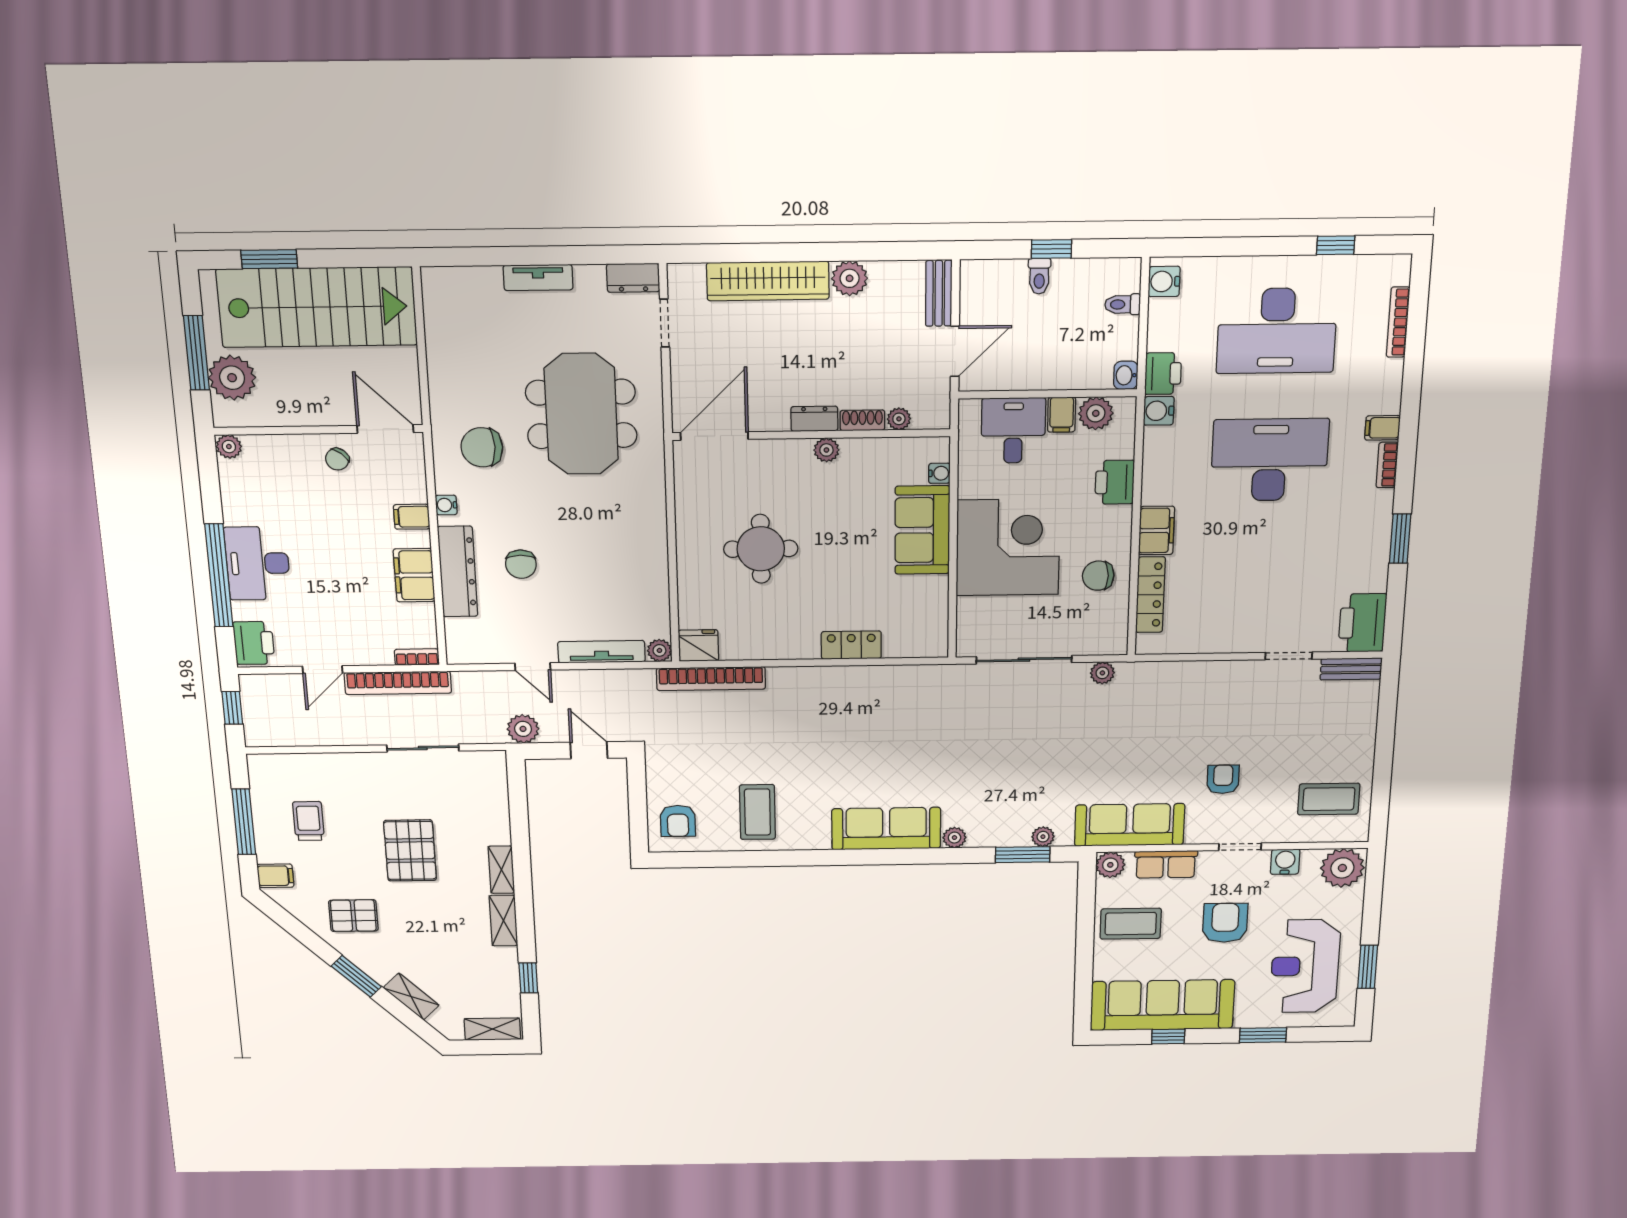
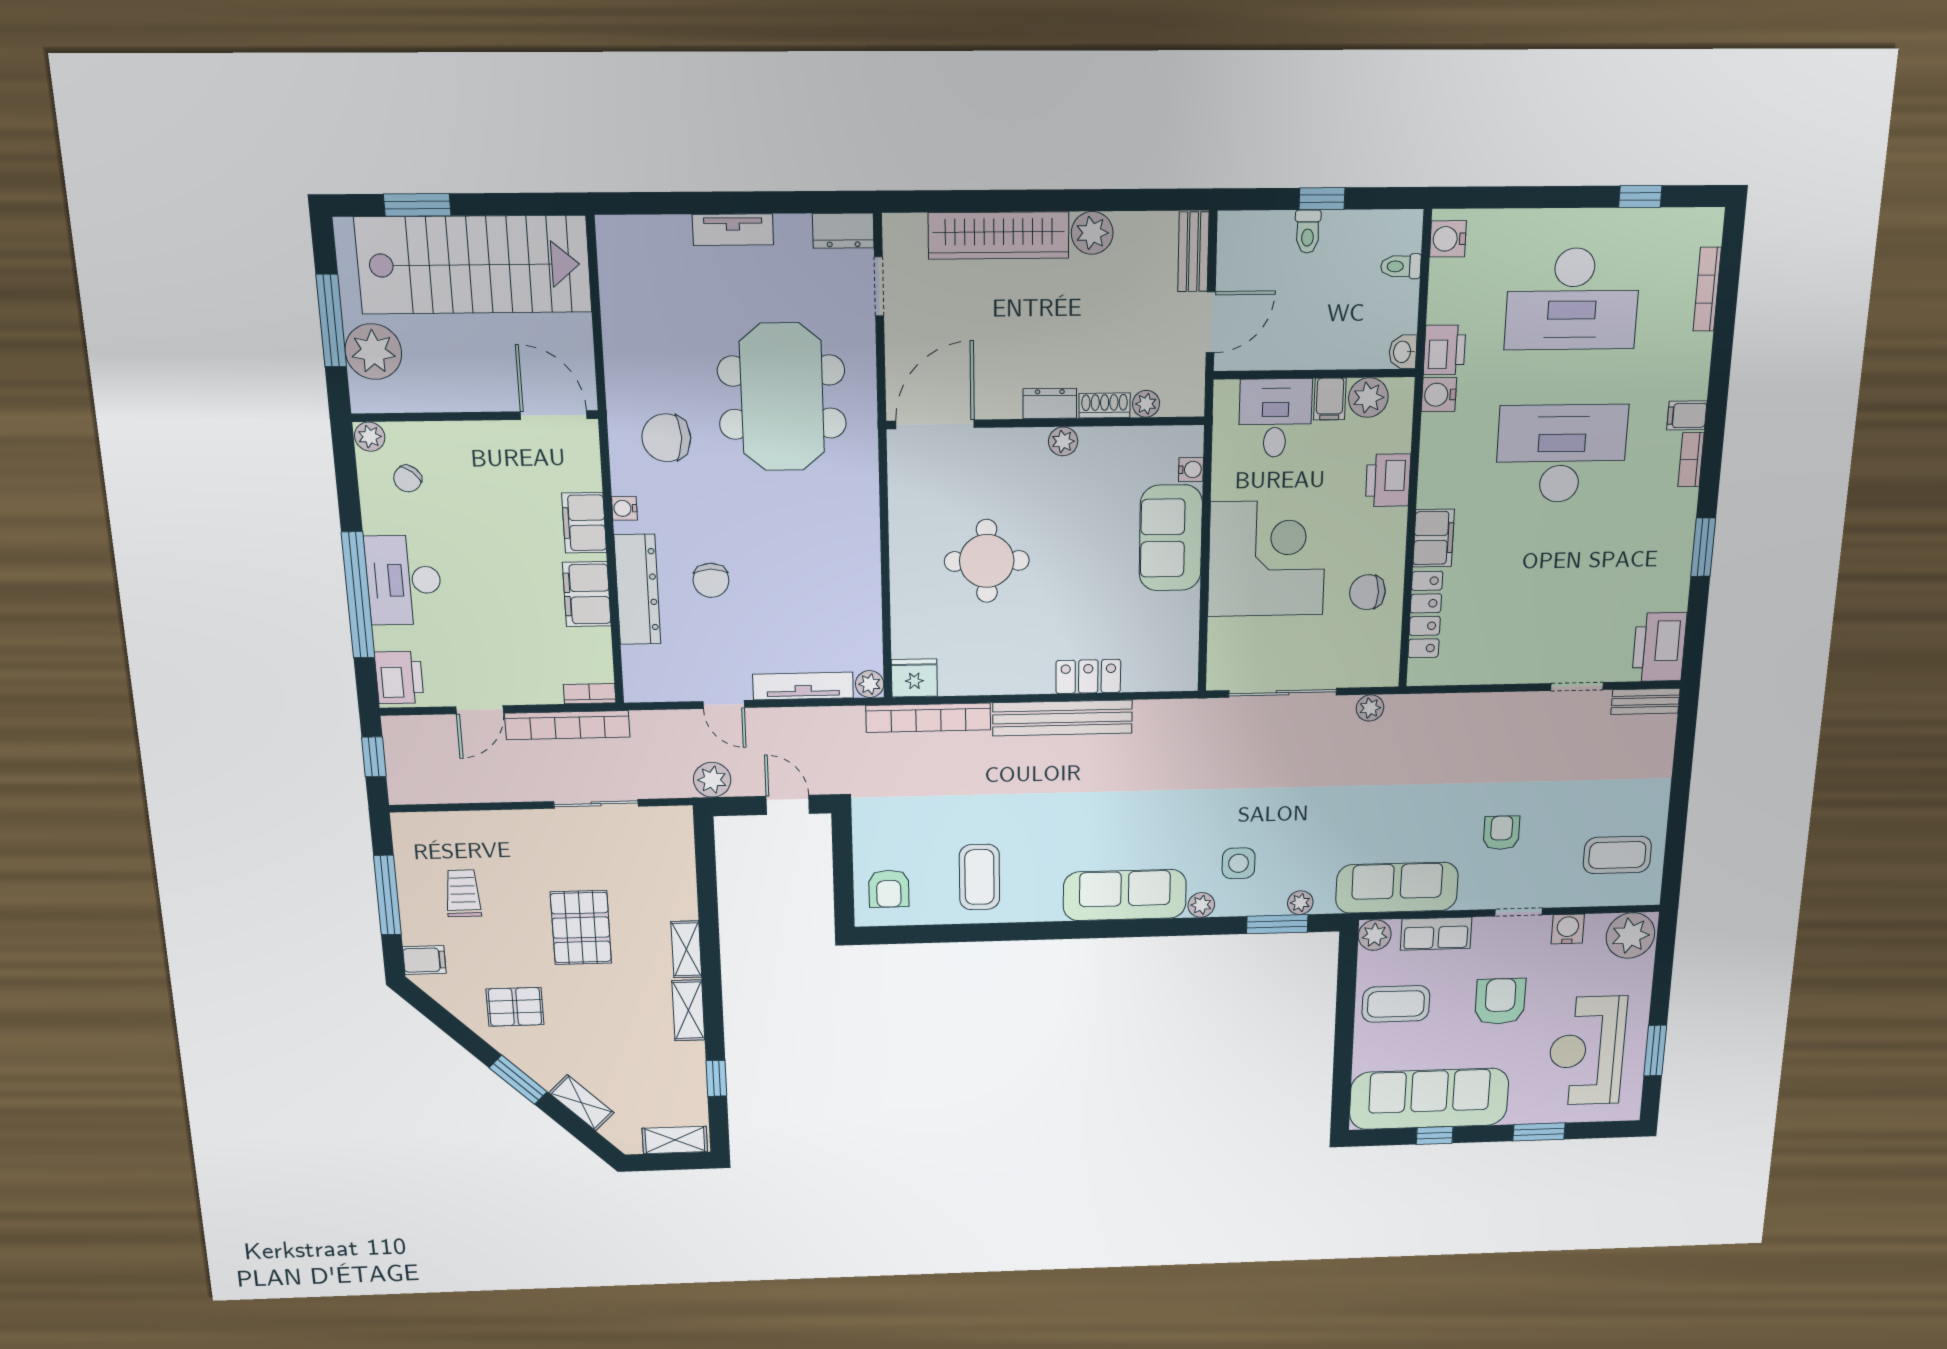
chair: (337, 459) -> (408, 479), moved
filing cabinet: (412, 517) -> (584, 523), width x2.00
bench: (829, 680) -> (1062, 718), added
side table: (987, 803) -> (1239, 863), added

